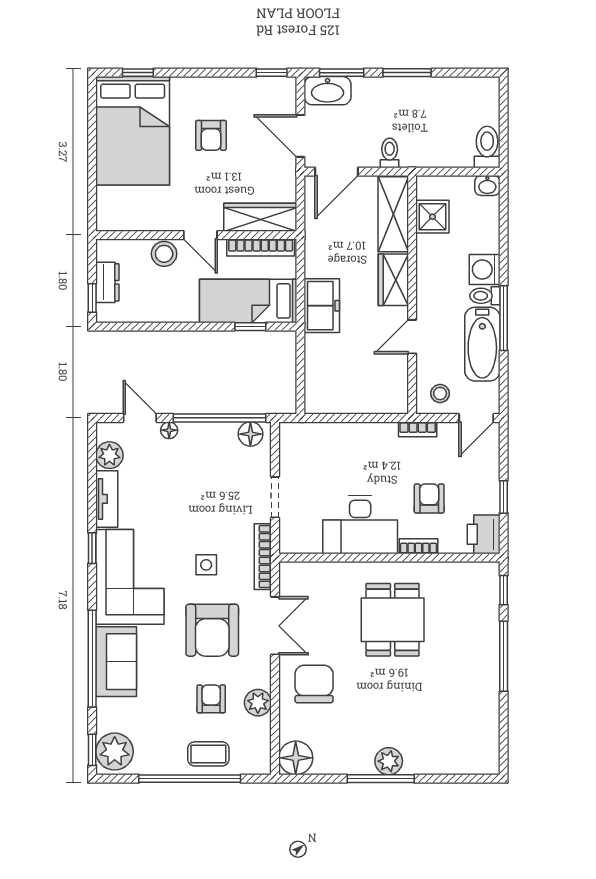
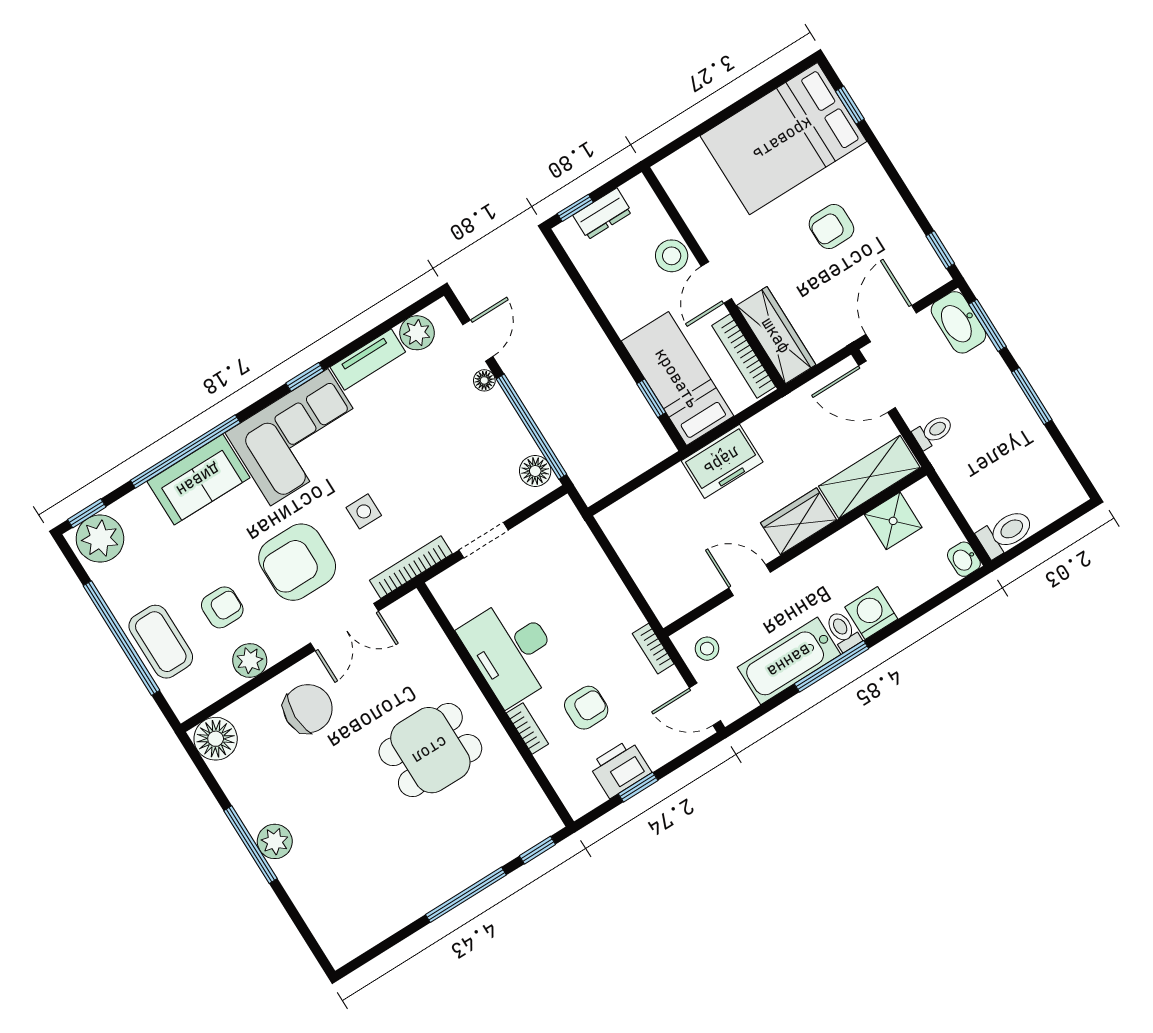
printer: (484, 534) -> (620, 768), moved
coffee table: (208, 754) -> (161, 642), width x1.36, depth x1.30

